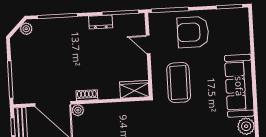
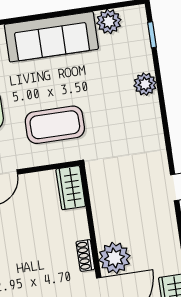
plant: (78, 110) -> (114, 258), width x1.88, depth x1.88

